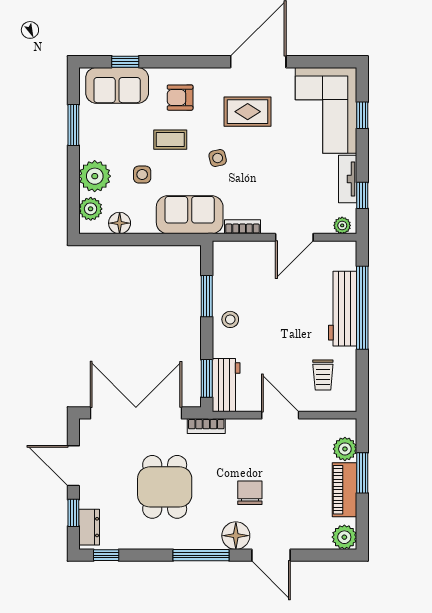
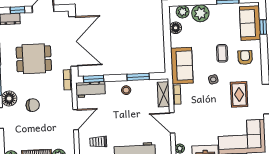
side table: (142, 175) -> (202, 39), removed
shelving: (241, 251) -> (163, 94), added

